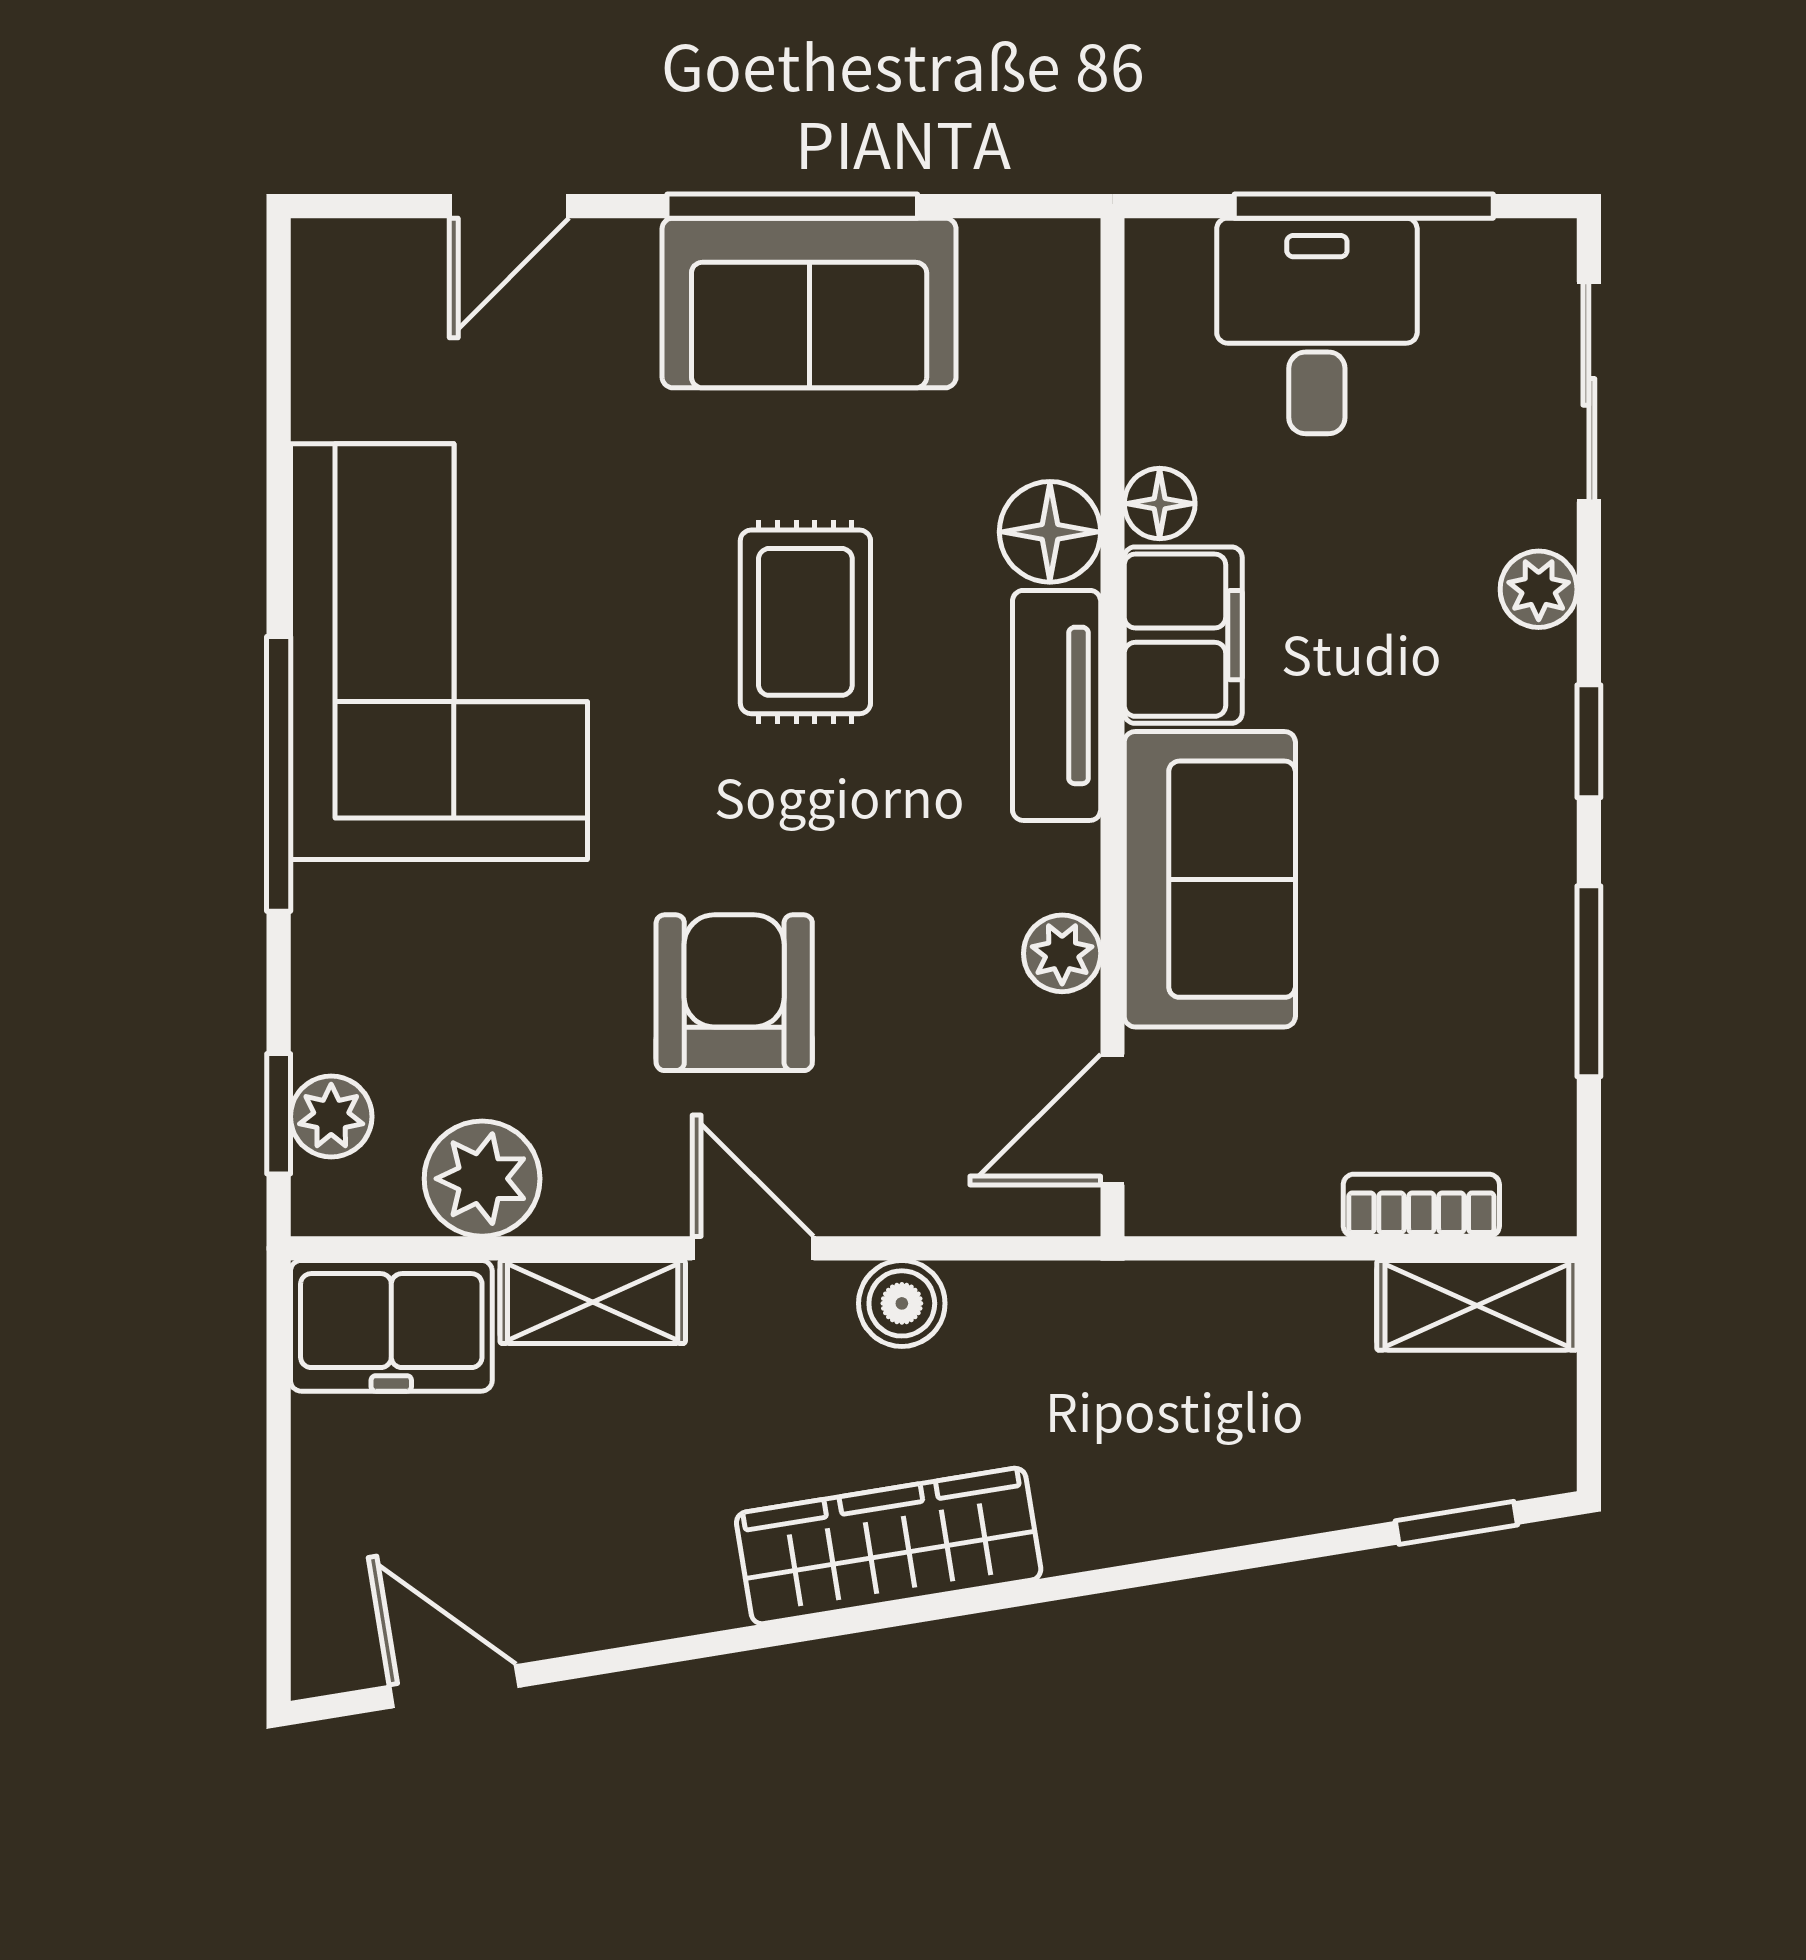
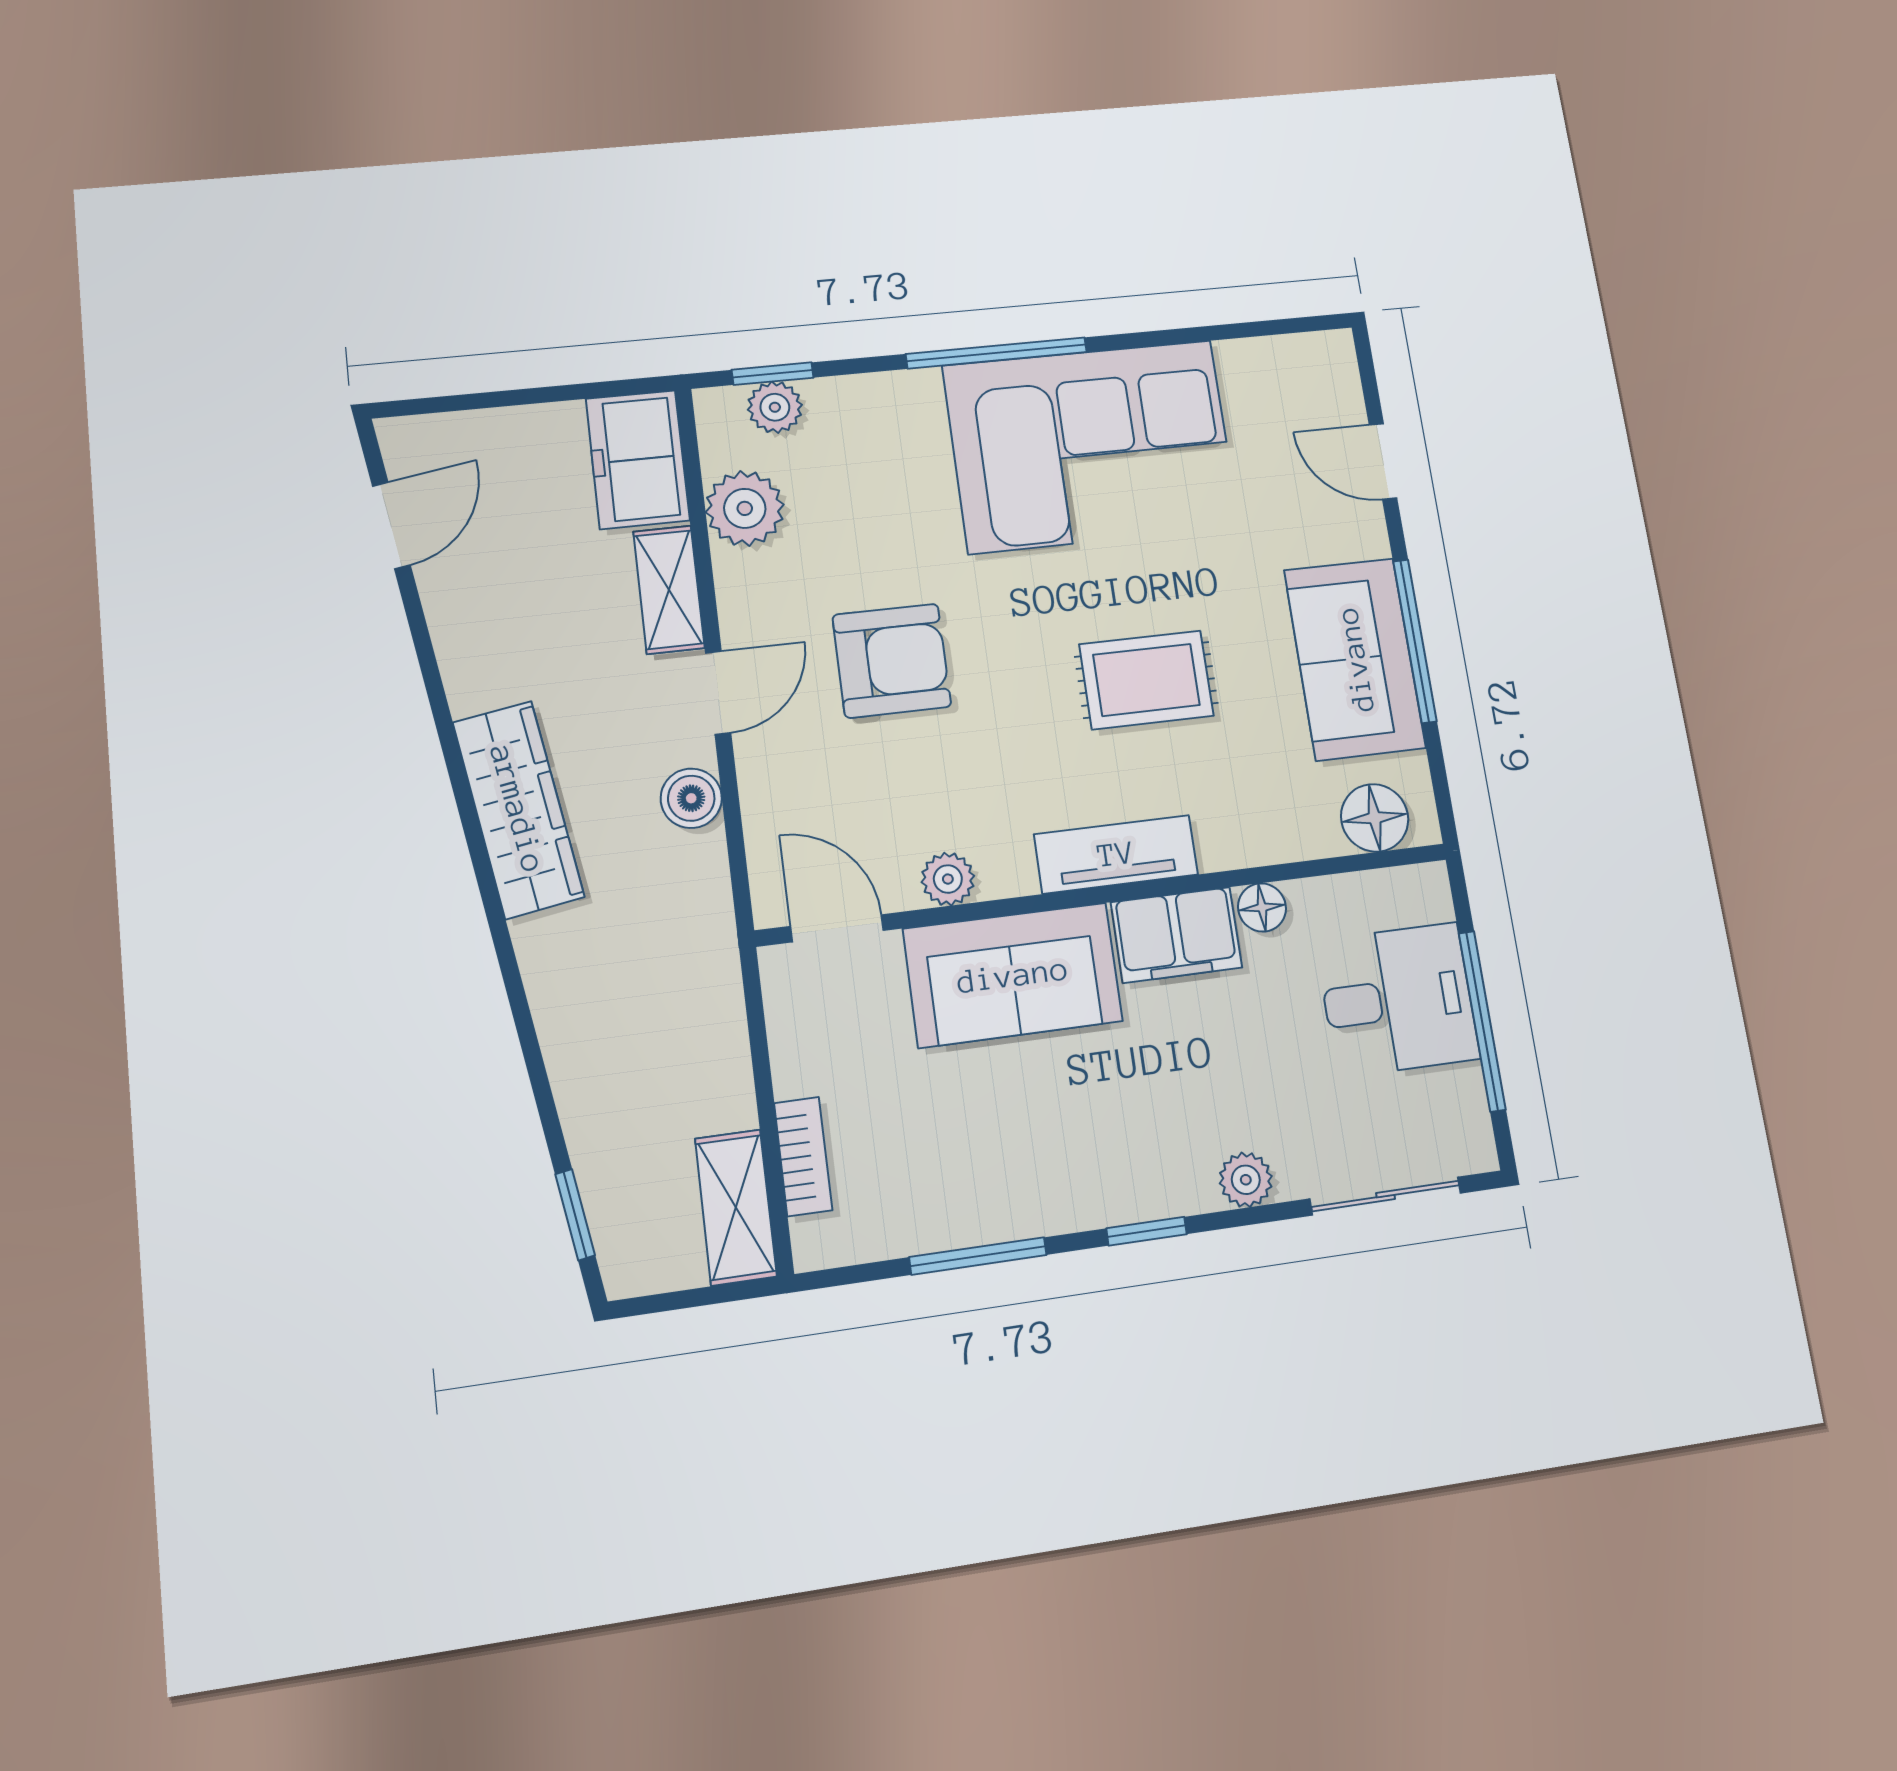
floor lamp: (1050, 532) -> (1375, 818), moved

